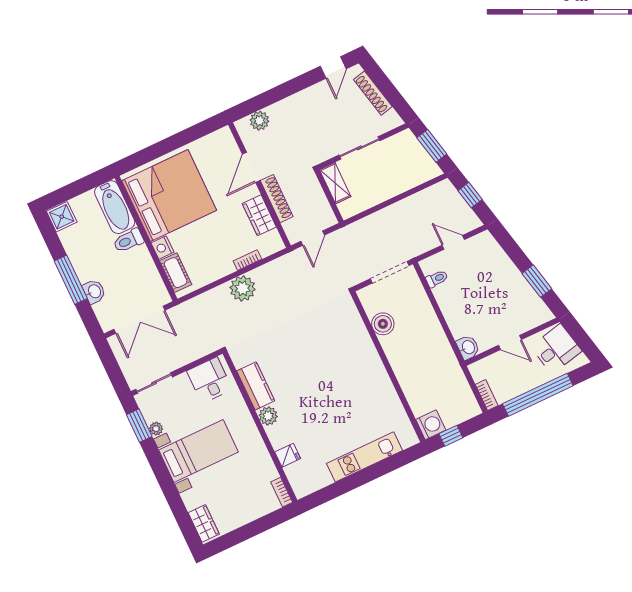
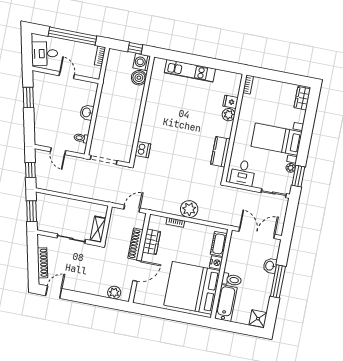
dishwasher: (352, 320) -> (143, 150), added
boiler: (383, 324) -> (139, 78), moved
washbasin: (468, 347) -> (87, 112), moved
plant: (268, 416) -> (229, 115), moved

